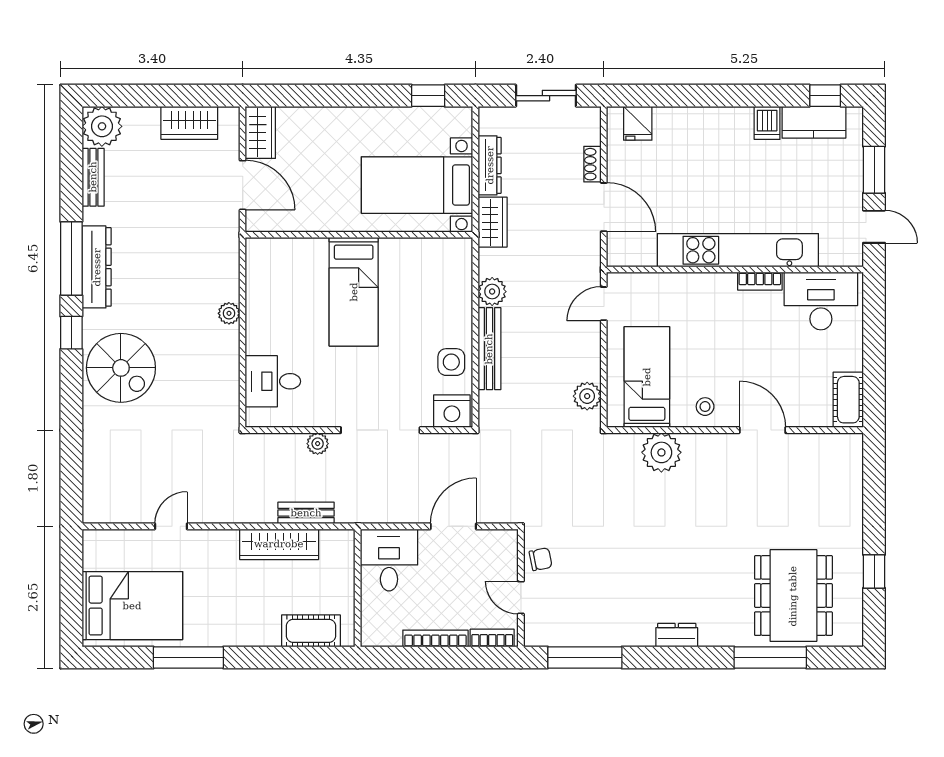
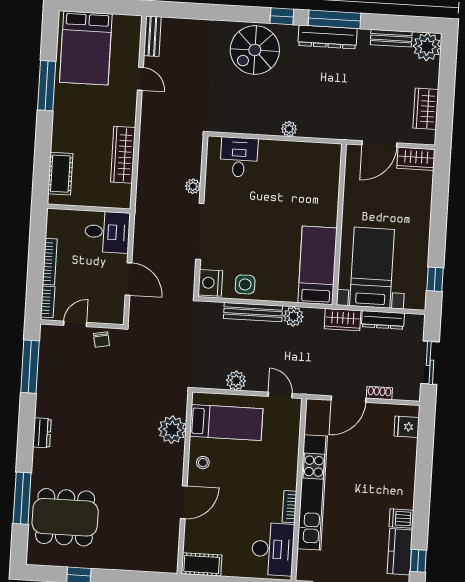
bed: (354, 292) -> (317, 265), moved, turned 90
plant: (587, 396) -> (236, 381), moved
bench: (306, 513) -> (152, 36), moved

